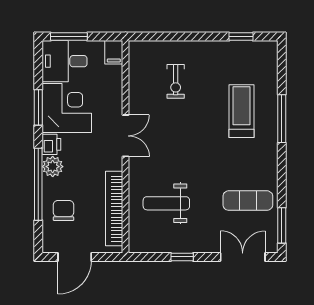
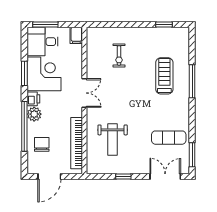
weight bench: (166, 203) -> (113, 139), turned -90

